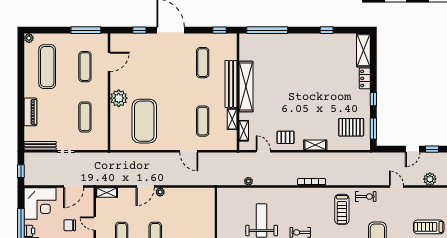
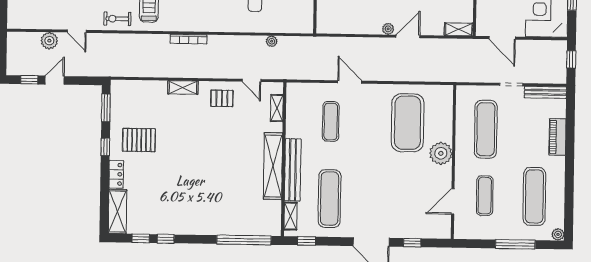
window: (86, 30) -> (515, 244), moved
window: (345, 30) -> (141, 238), added
exercise mat: (203, 63) -> (330, 199), width x1.36, depth x1.45
exercise mat: (85, 117) -> (486, 129), width x1.36, depth x1.45
shelving: (232, 119) -> (290, 216), moved
pallet: (351, 127) -> (139, 140), moved
plant: (430, 179) -> (49, 41), moved
door: (74, 187) -> (502, 38), swing flipped

